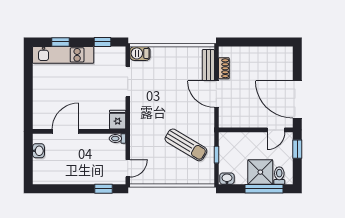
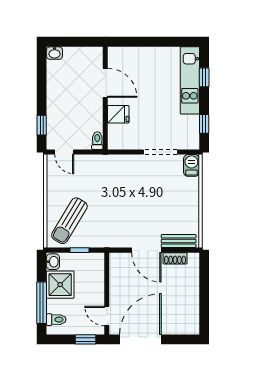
door: (216, 94) -> (146, 250), swing flipped
fridge: (118, 120) -> (118, 114), moved
sun lounger: (186, 145) -> (69, 221), moved
washbasin: (38, 151) -> (54, 53), moved
shower: (260, 172) -> (60, 285), moved

